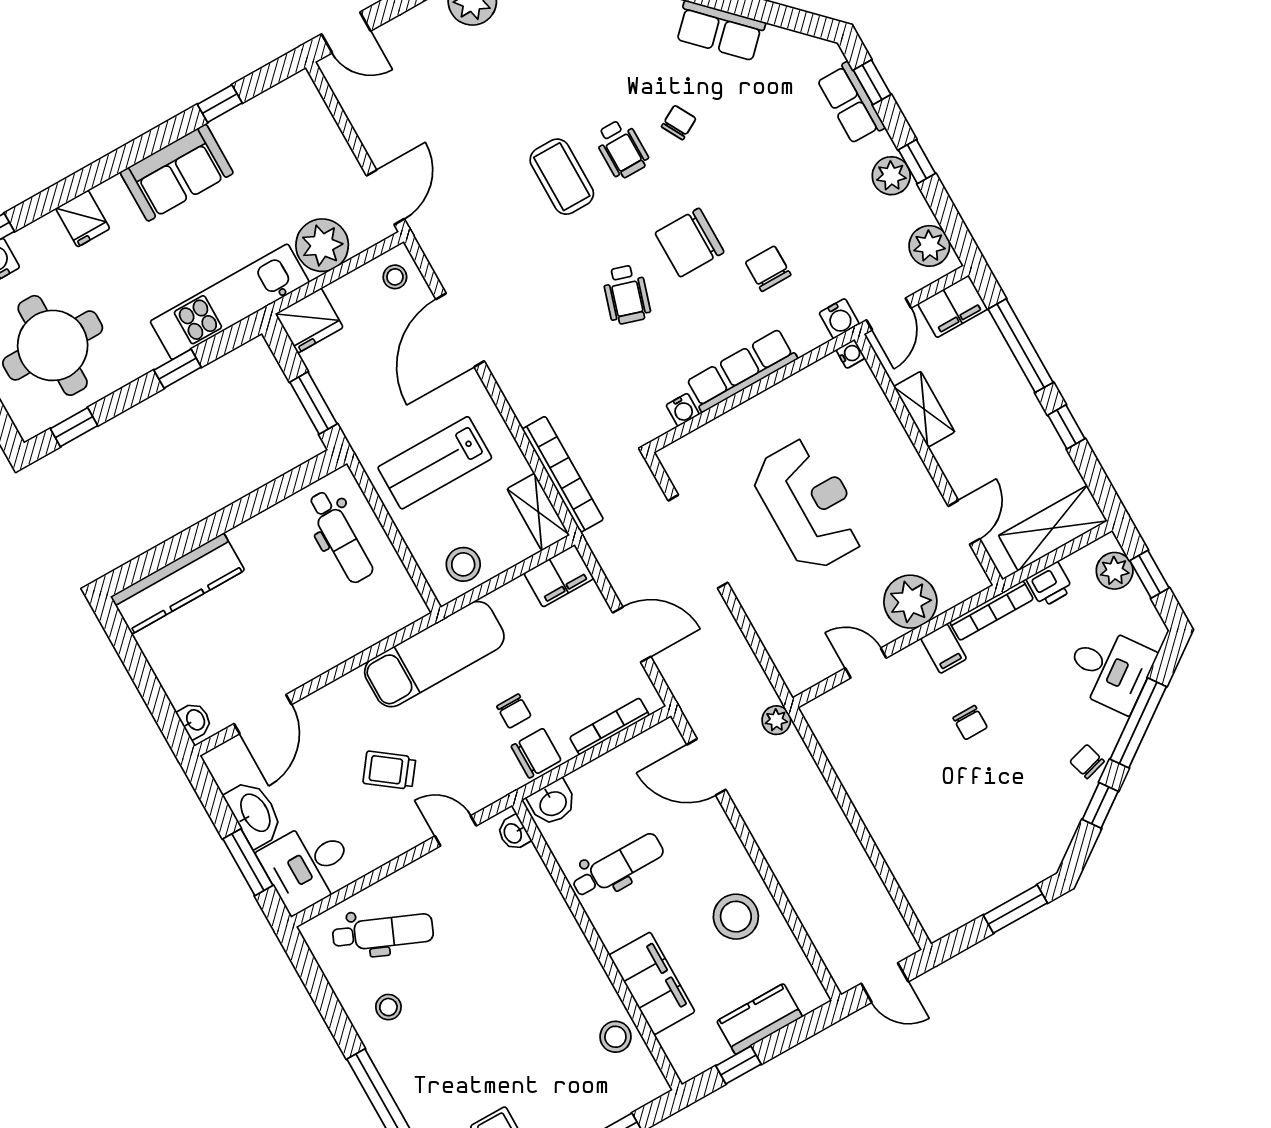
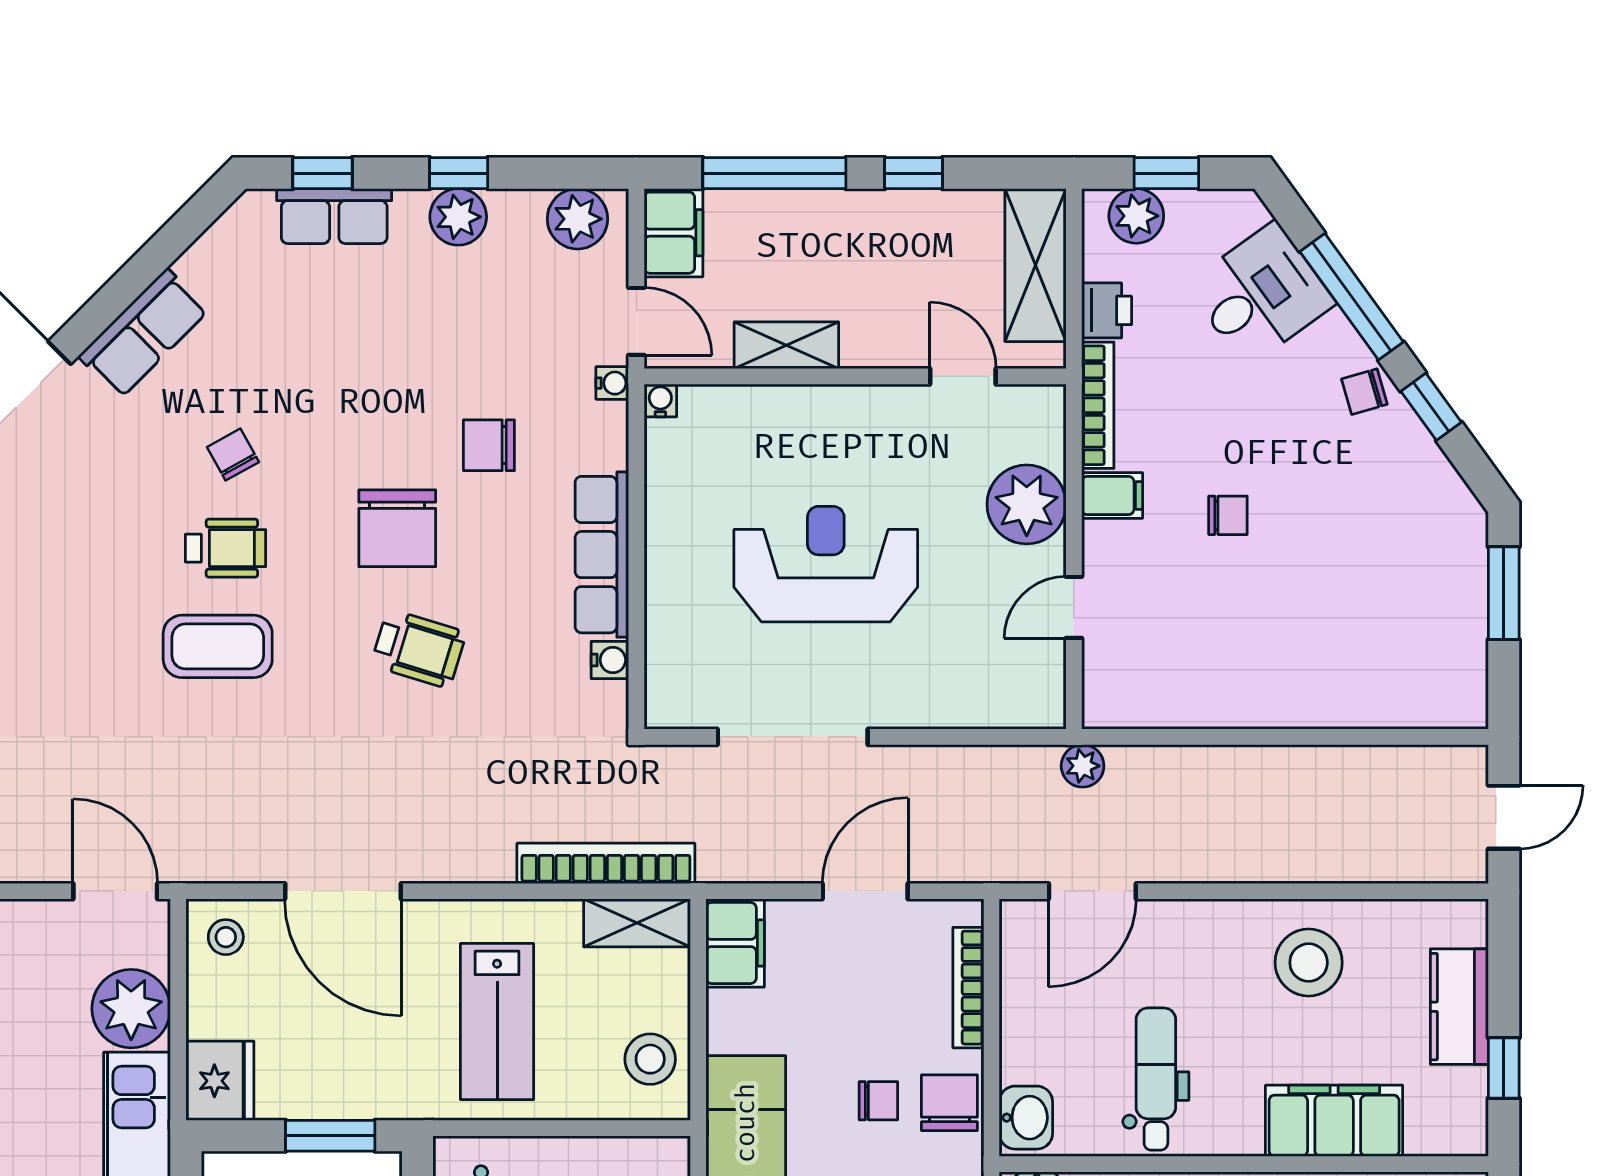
water cooler: (839, 319) -> (612, 383), width x0.72, depth x0.72

